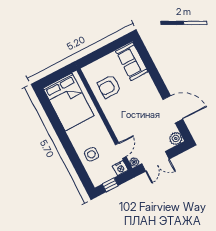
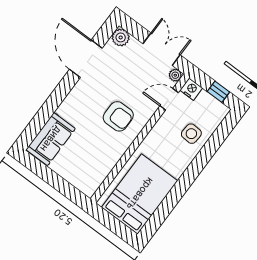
armchair: (109, 87) -> (118, 116), moved

